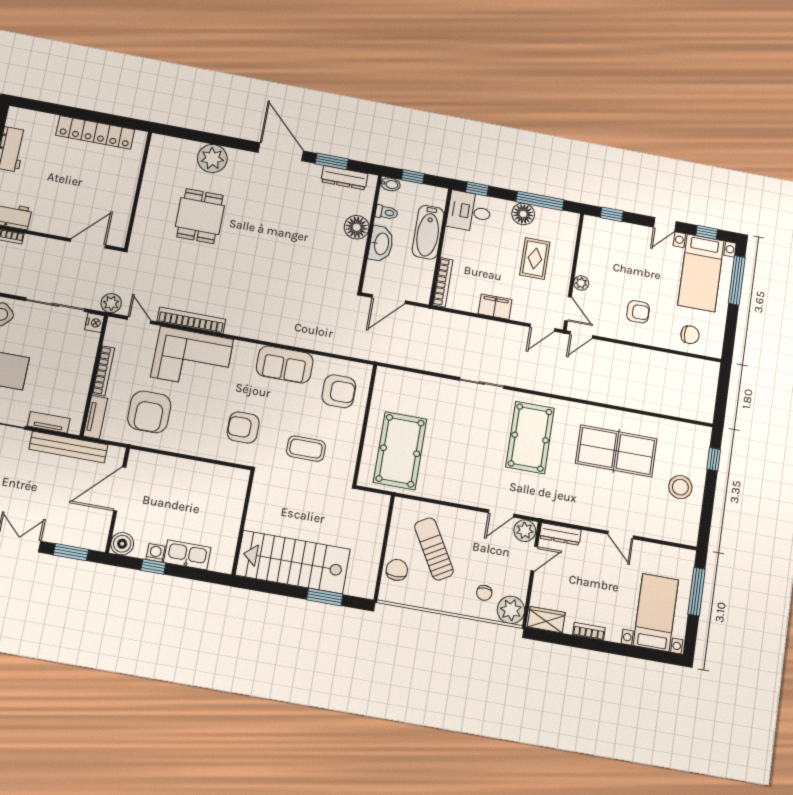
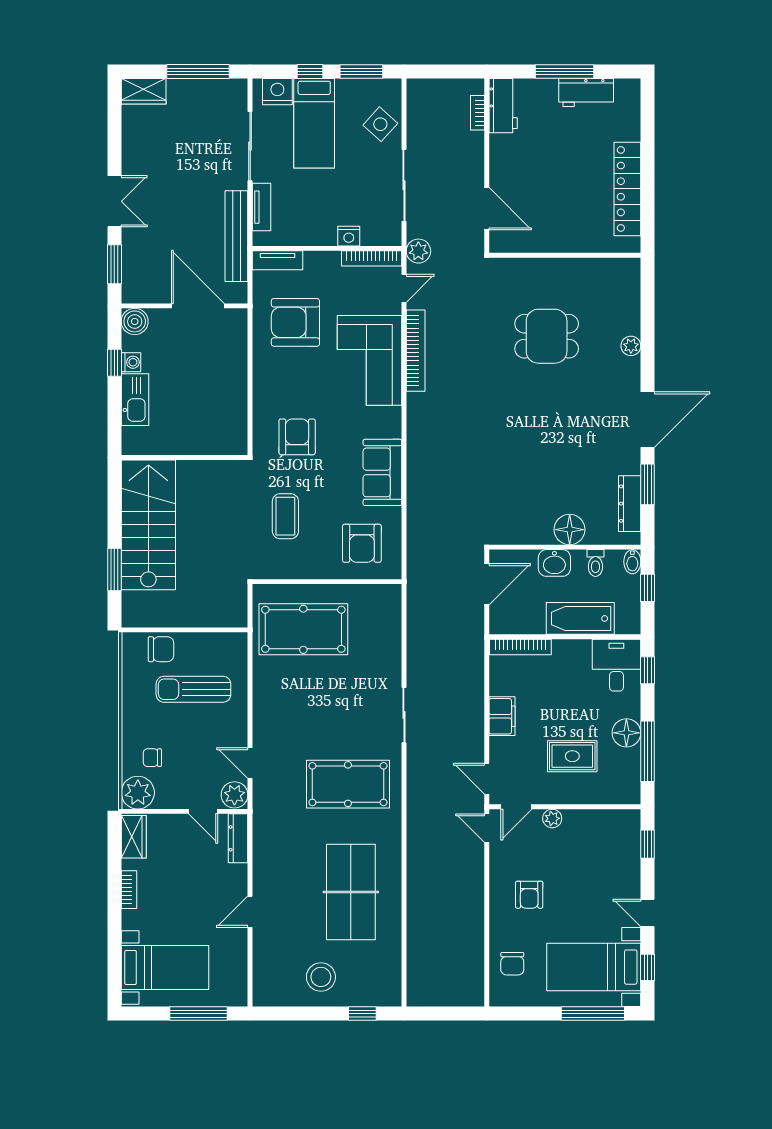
plant: (212, 159) -> (631, 346), width x0.53, depth x0.53
washbasin: (381, 244) -> (554, 563), width x0.72
door: (389, 299) -> (487, 584), swing flipped
nightstand: (95, 323) -> (349, 236), moved
bookcase: (103, 371) -> (372, 258), moved
sun lounger: (434, 549) -> (193, 689), turned -150

